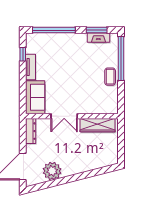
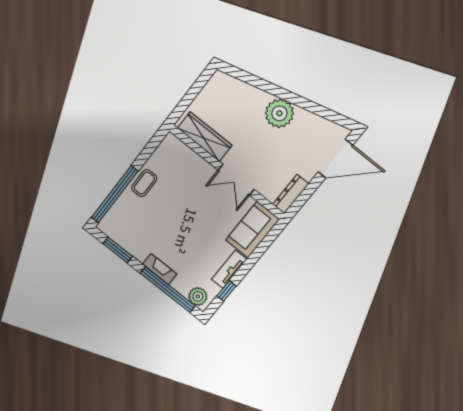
fireplace: (98, 38) -> (160, 269), moved
plant: (35, 39) -> (198, 296), added
double door: (64, 116) -> (236, 180), swing flipped
plant: (52, 171) -> (279, 113), moved

